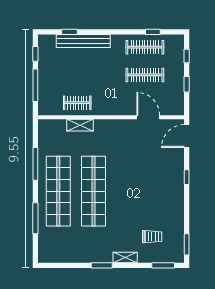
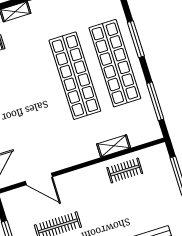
window: (35, 164) -> (155, 101), moved
window: (35, 218) -> (136, 39), moved

